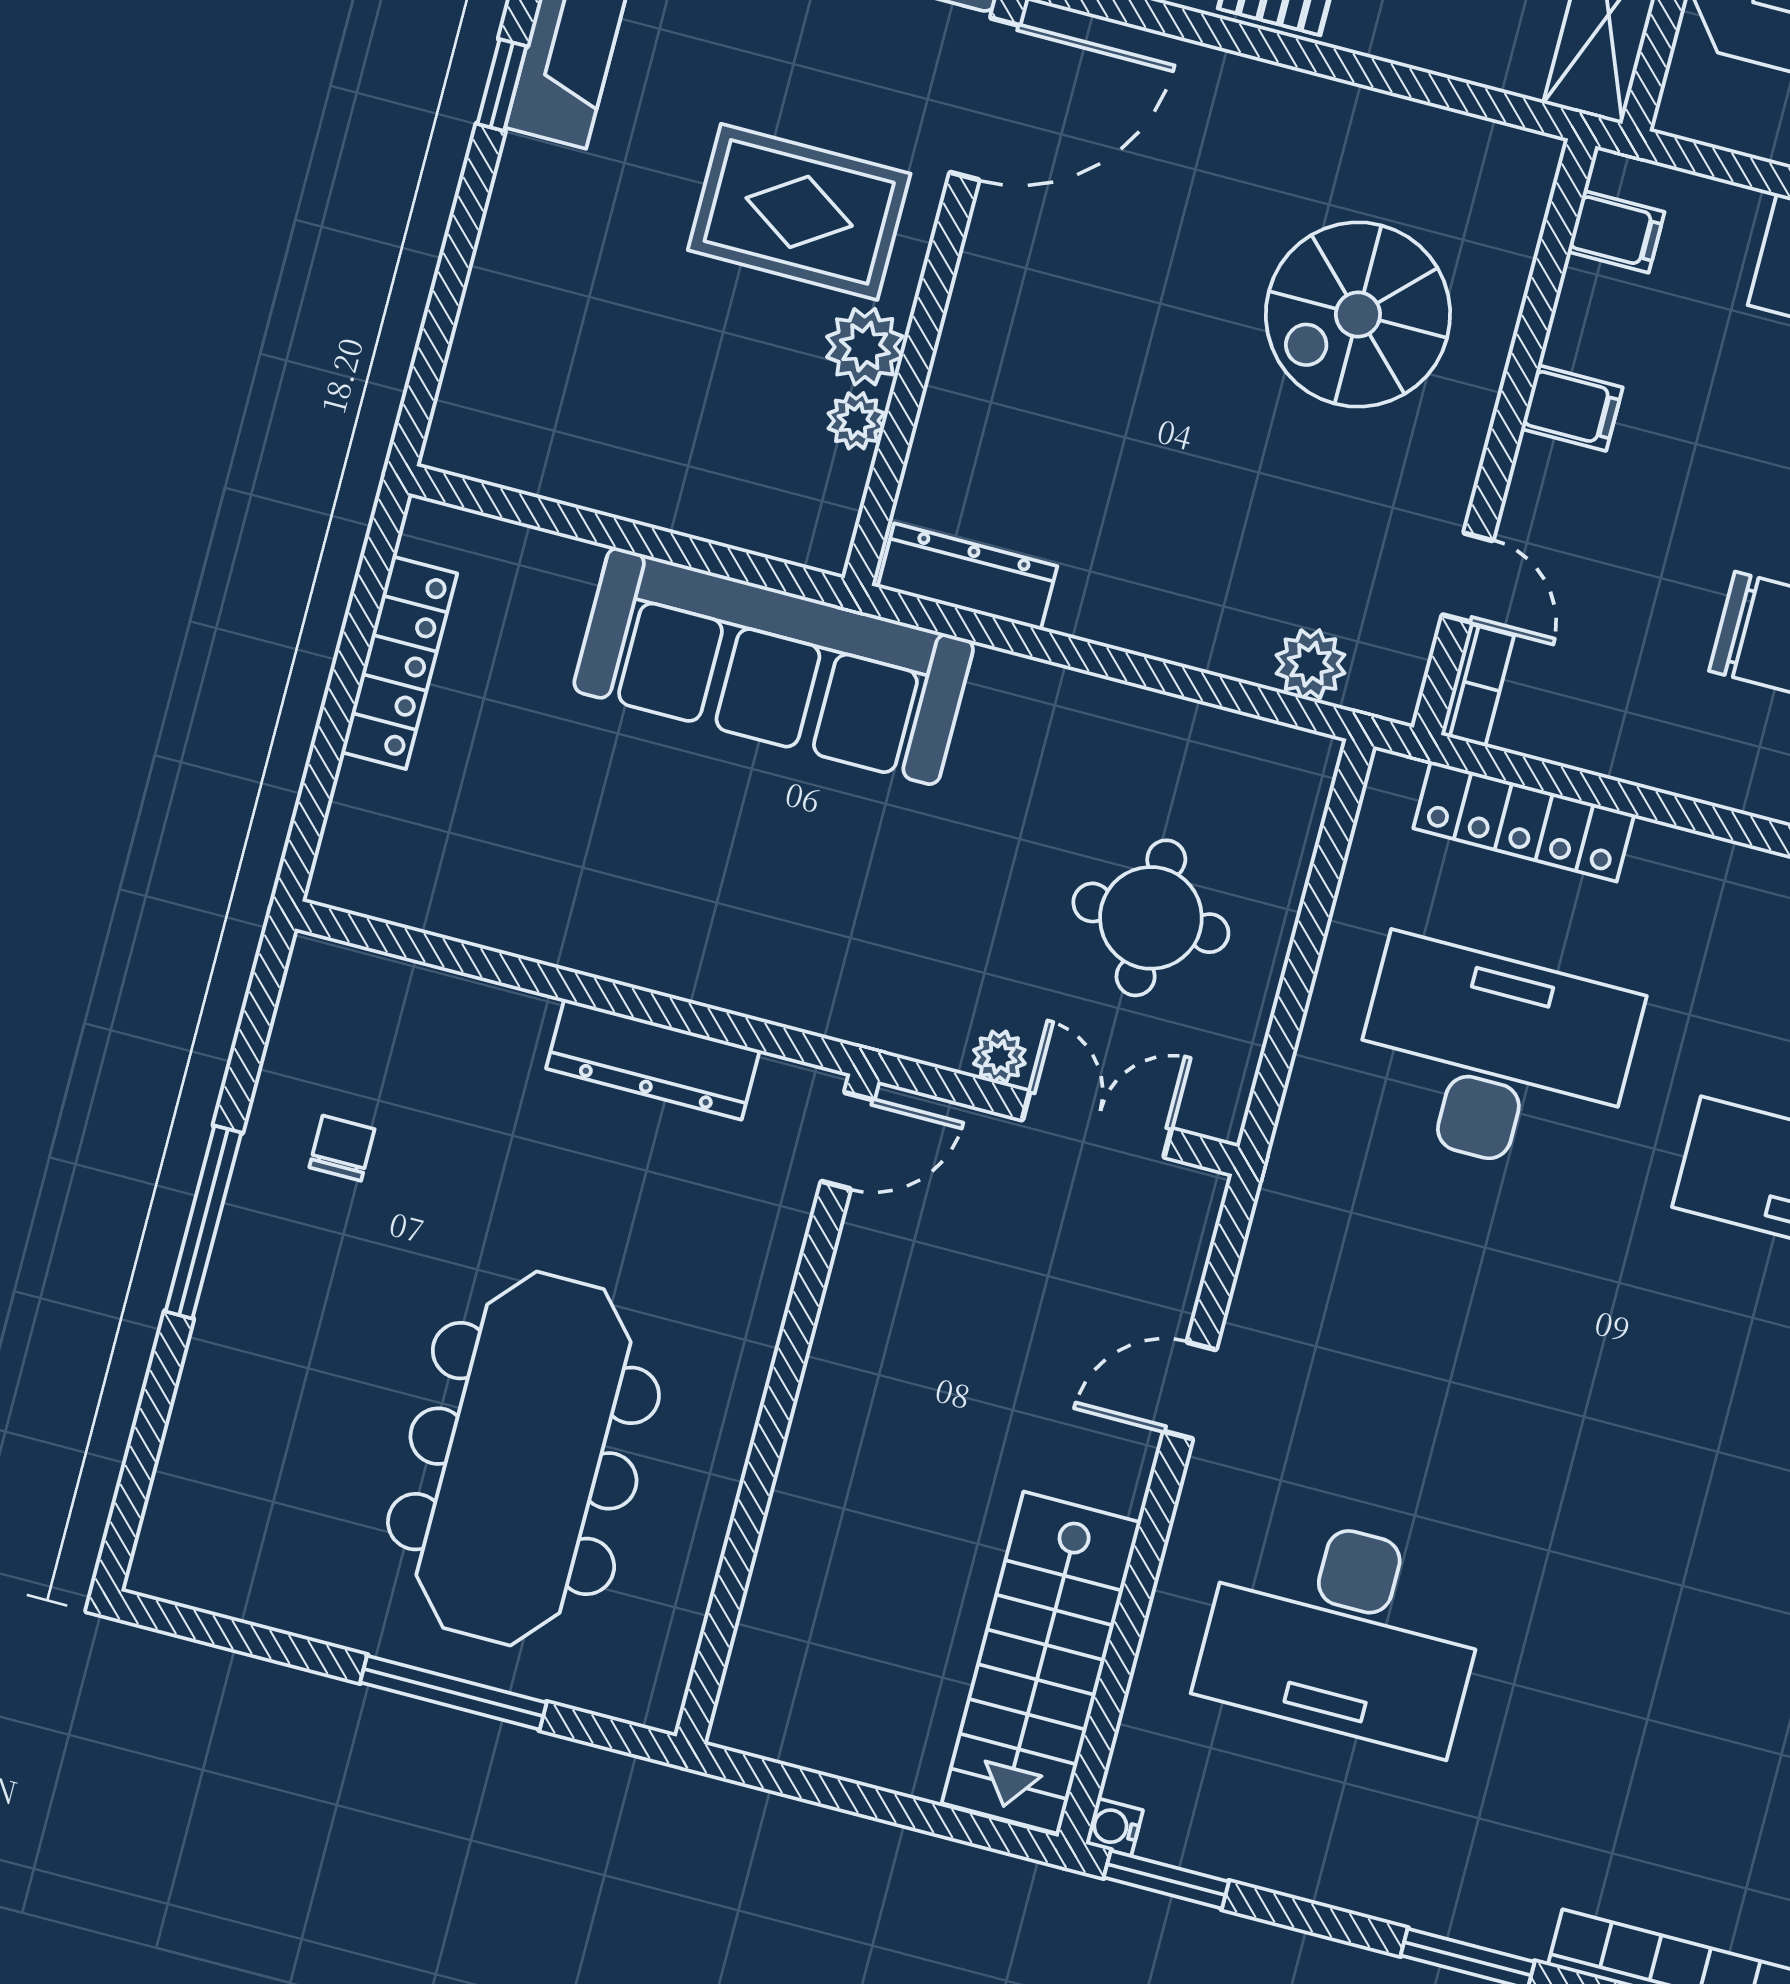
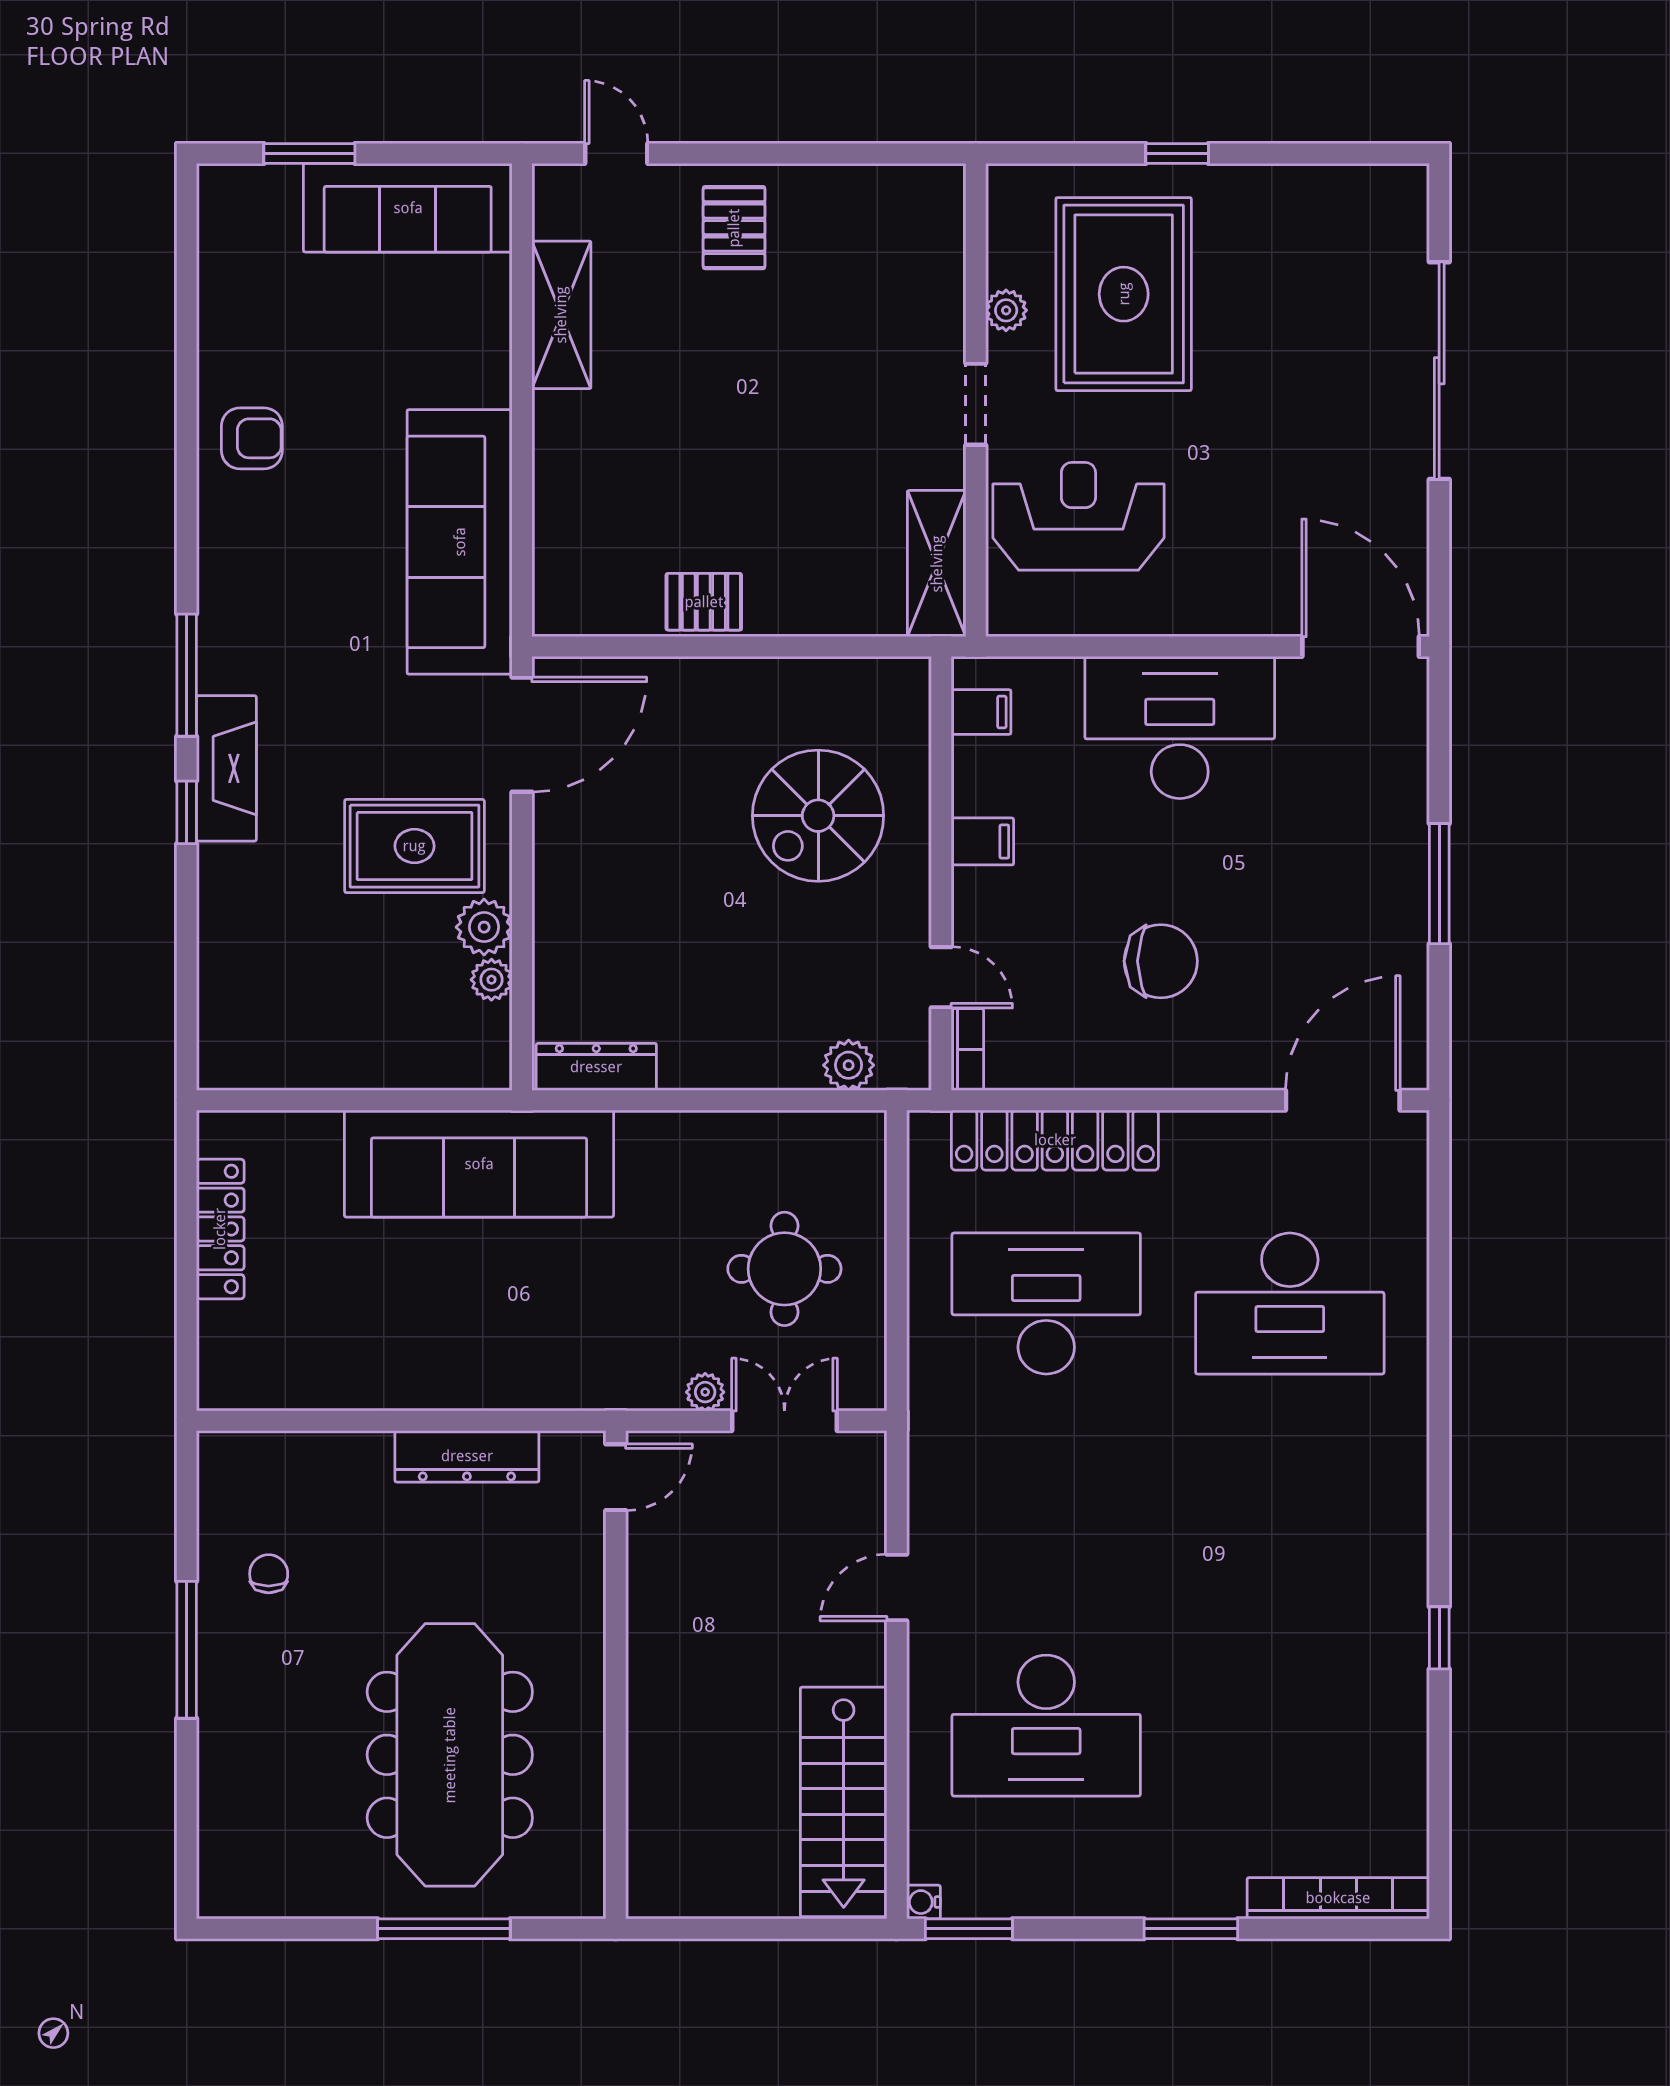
locker: (1524, 821) -> (1055, 1140), width x1.41, depth x1.21

